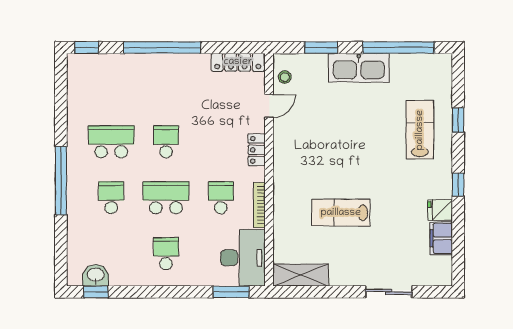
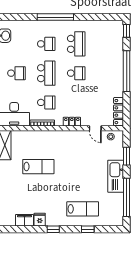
lab bench: (341, 213) -> (38, 167), turned 90

